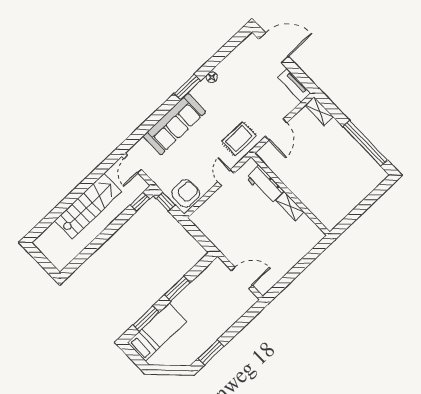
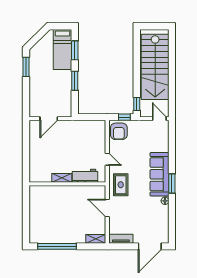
sofa: (174, 124) -> (159, 174), moved
stairs: (88, 206) -> (155, 67), width x1.36, depth x1.51

